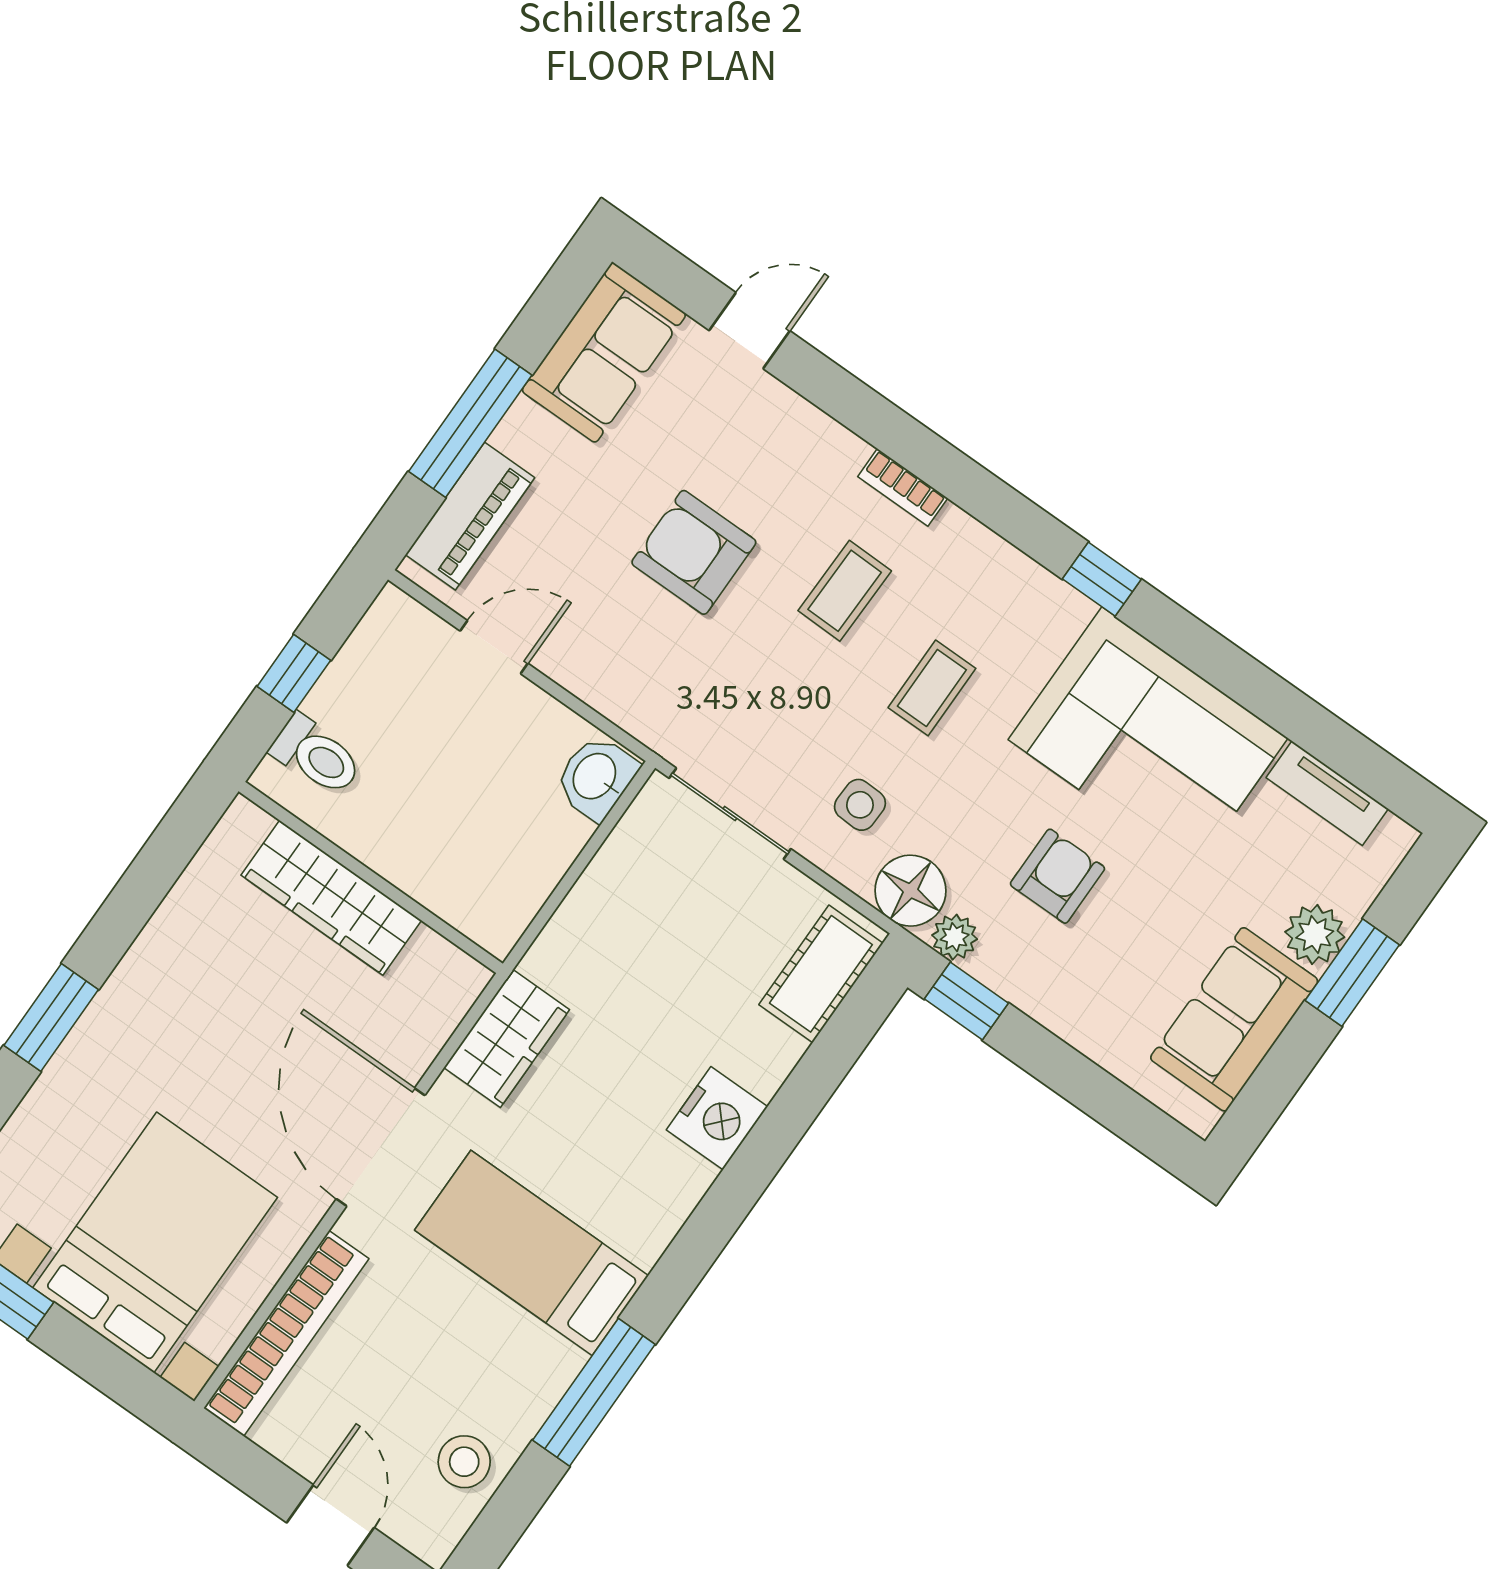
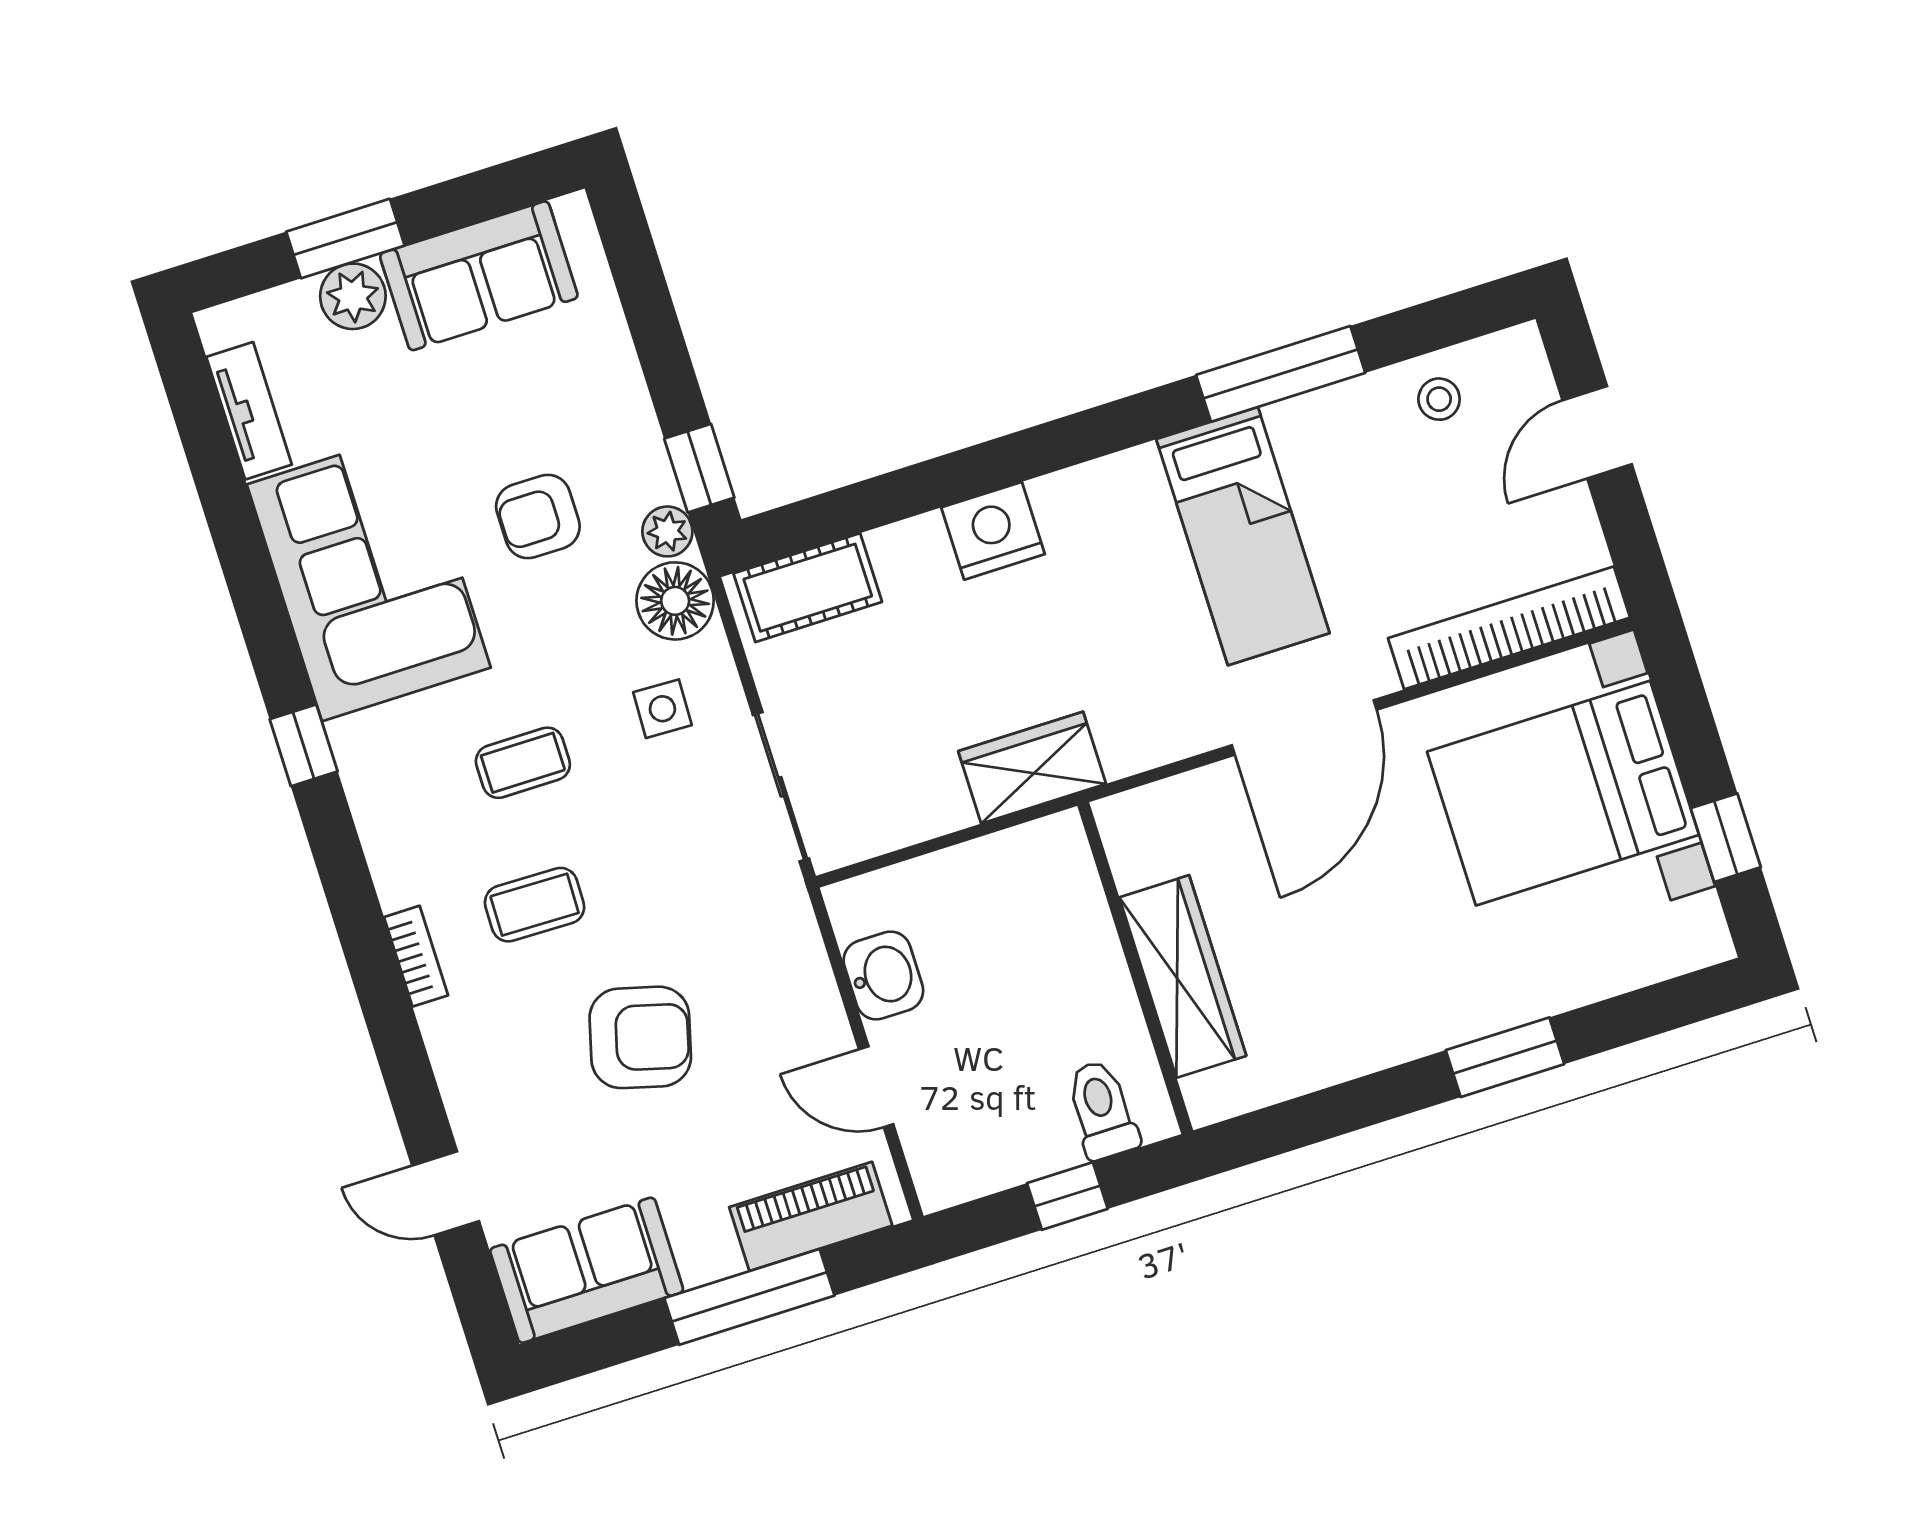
armchair: (694, 552) -> (640, 1037), turned -75
washbasin: (596, 777) -> (883, 975), moved, turned -90
wardrobe: (507, 1039) -> (1032, 768), moved
stool: (464, 1462) -> (1439, 399), width x0.73, depth x0.73

